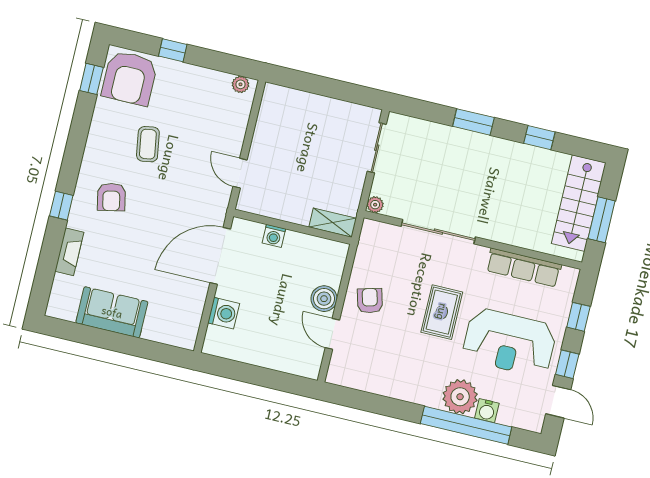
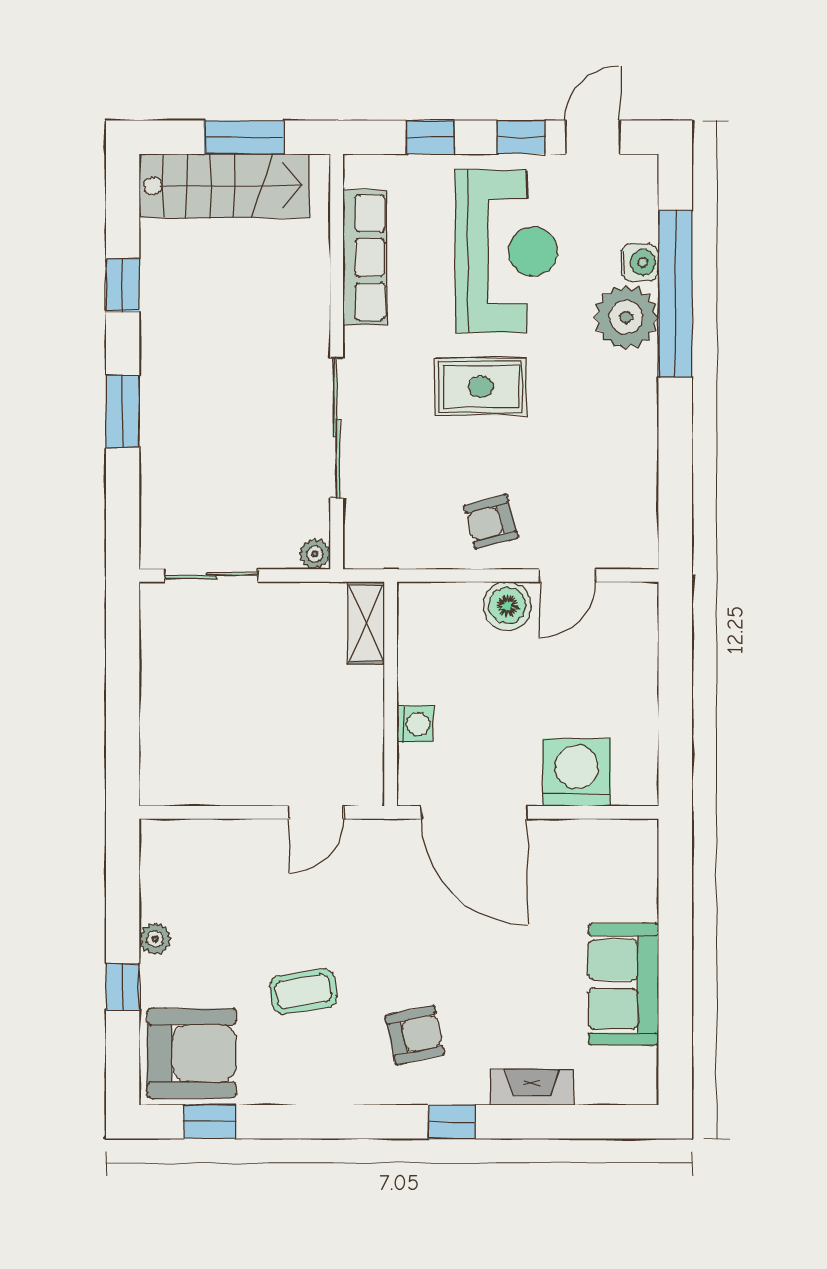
plant: (240, 84) -> (155, 939), moved
washing machine: (224, 313) -> (577, 772), width x1.37, depth x1.37

